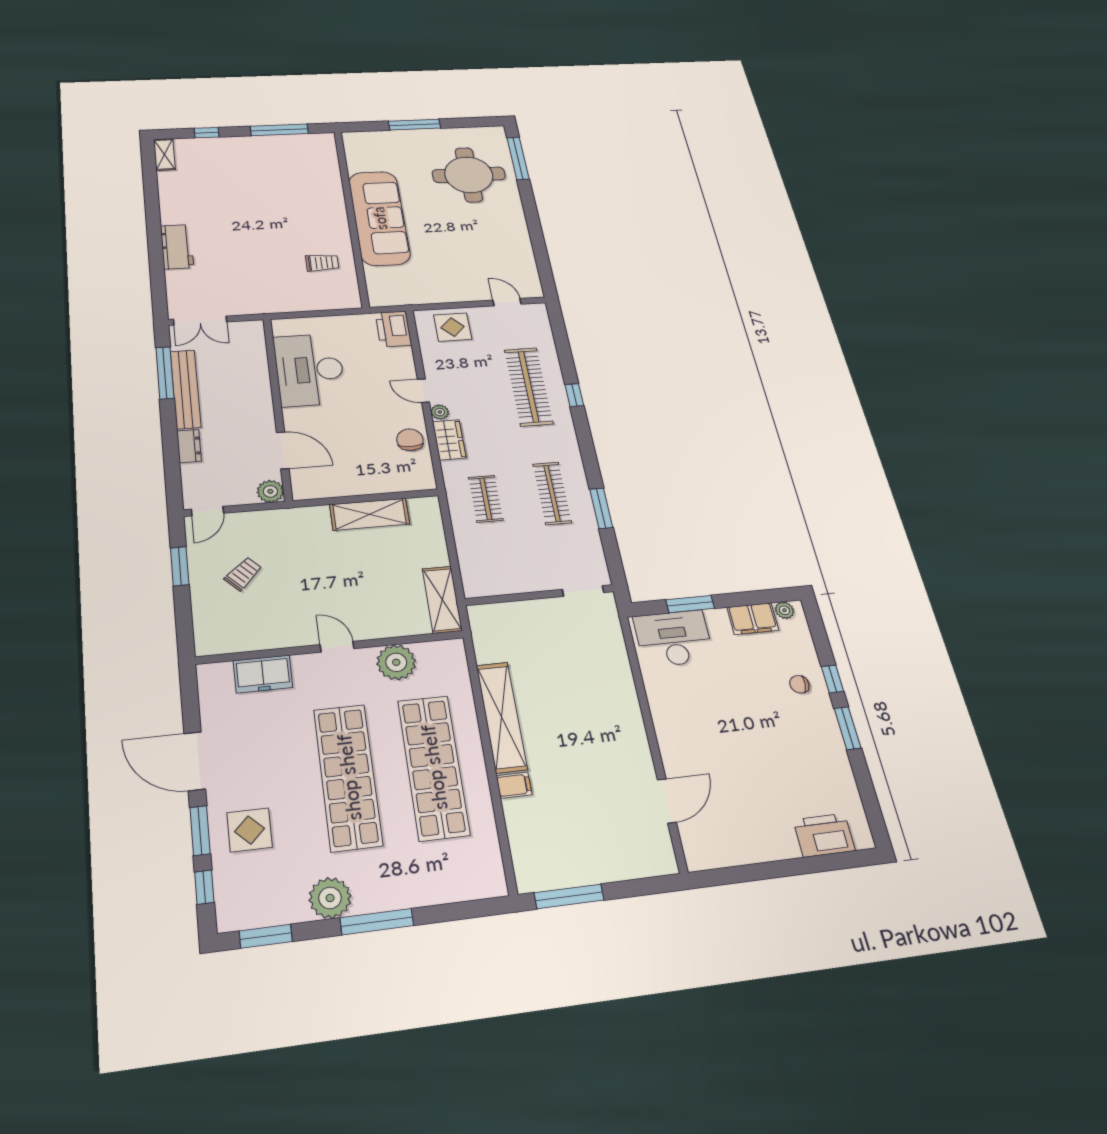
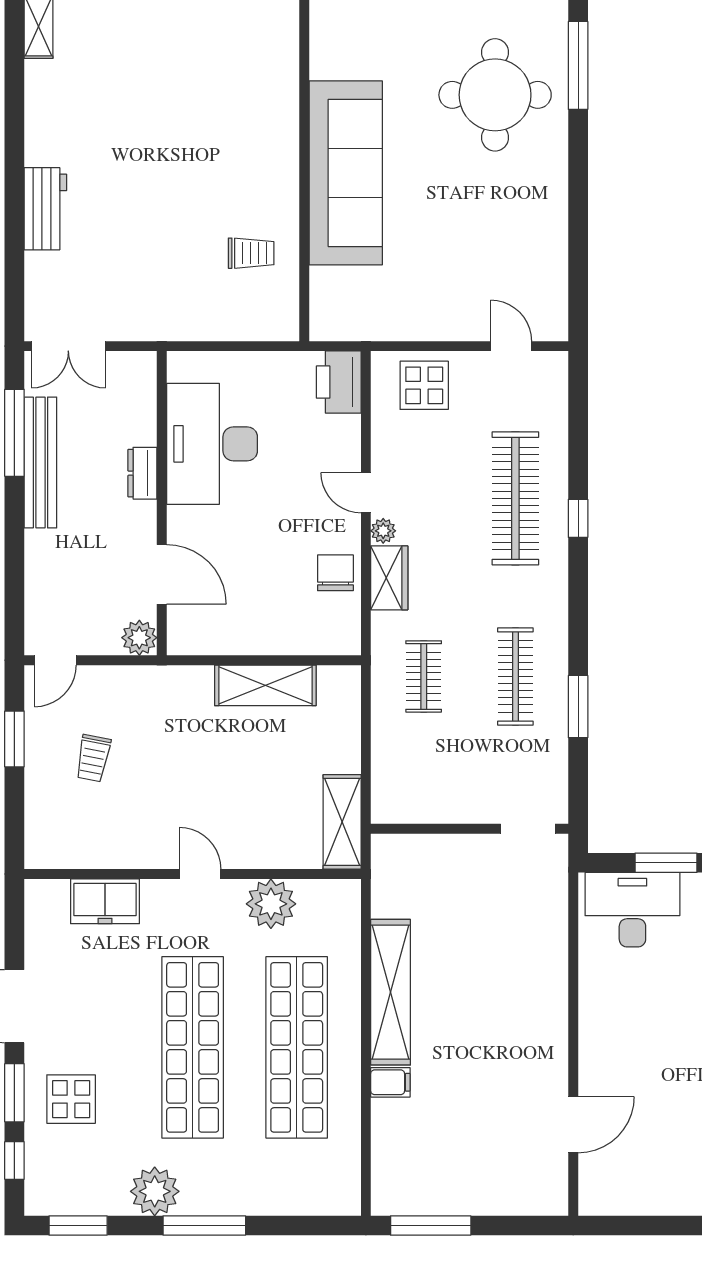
dresser: (189, 446) -> (142, 473), moved, turned 180
trolley: (243, 574) -> (93, 758), turned 145

